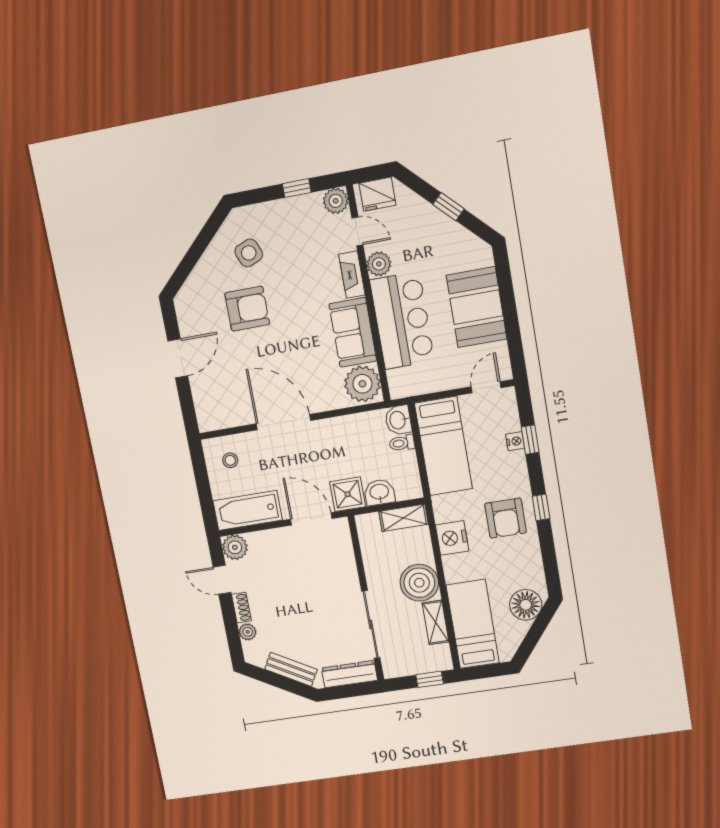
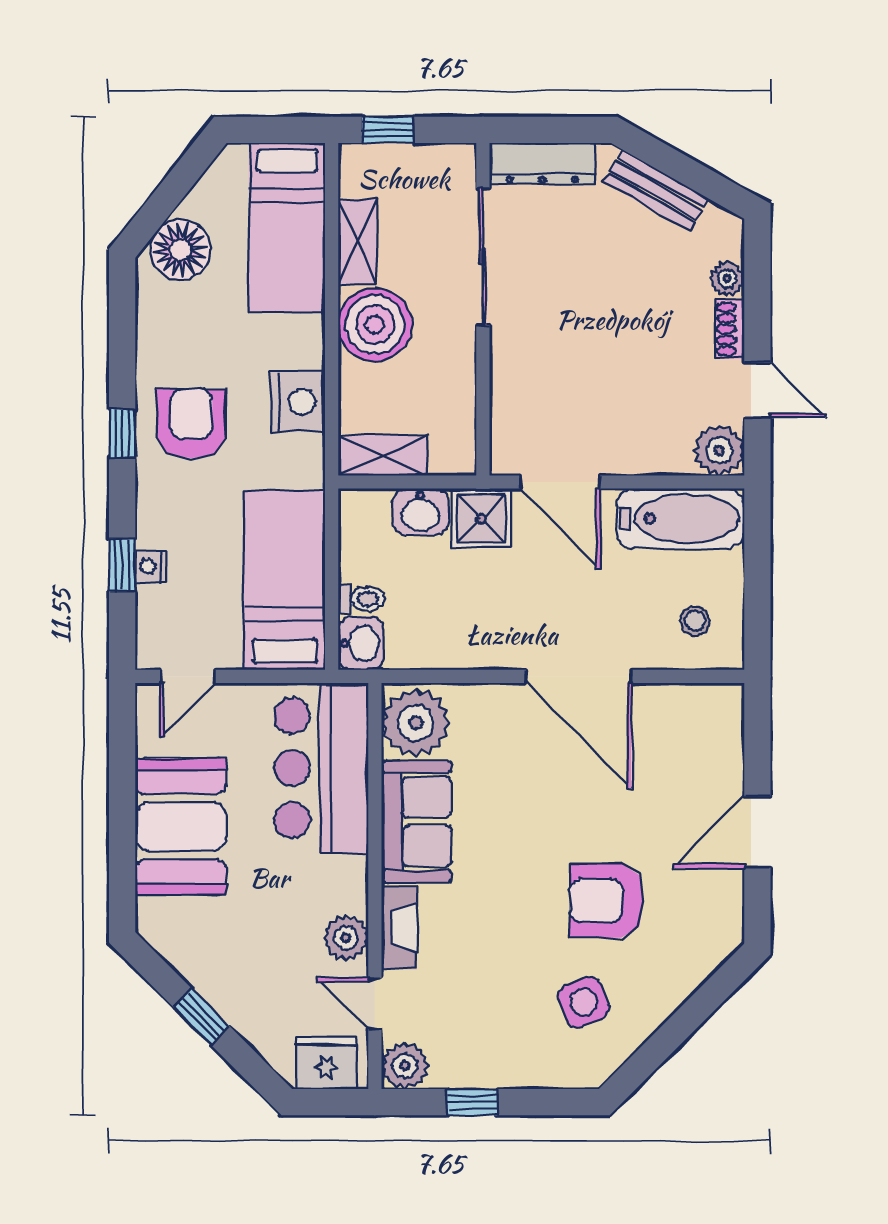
bar counter: (402, 321) -> (321, 768), moved

